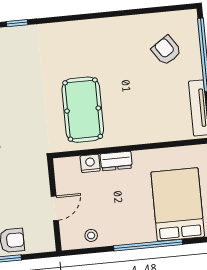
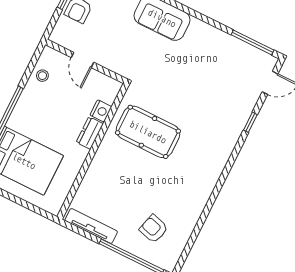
armchair: (166, 50) -> (154, 229), turned -130

